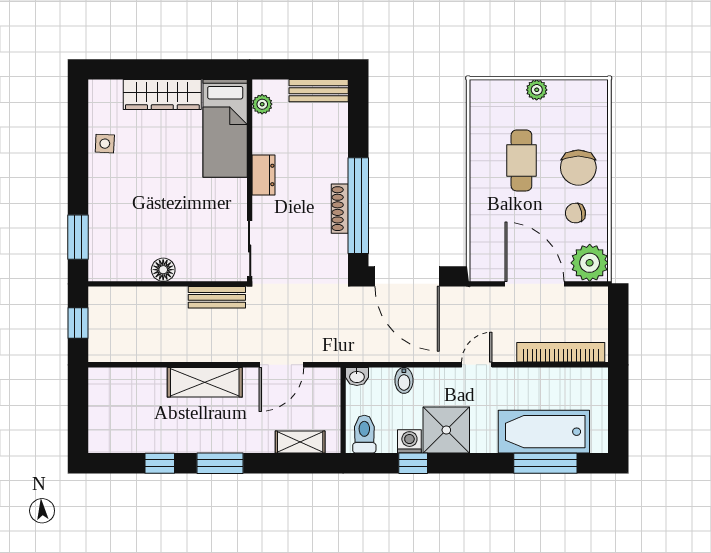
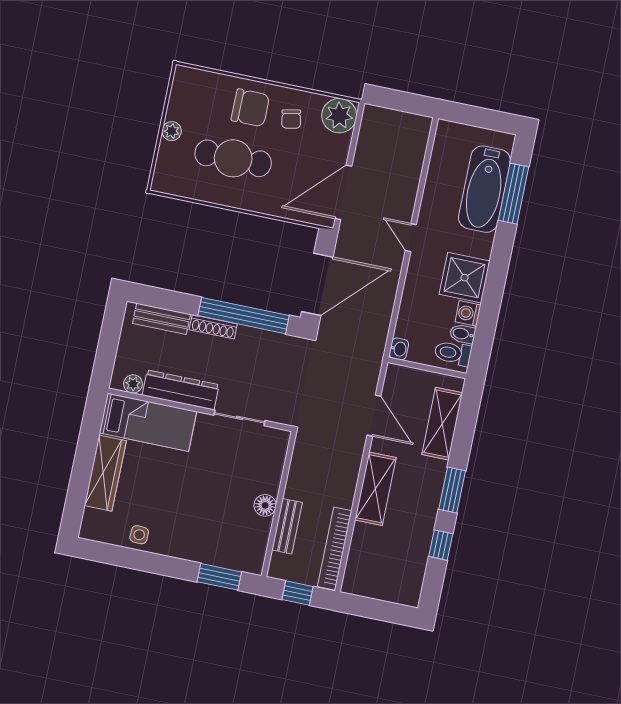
bench: (319, 91) -> (161, 319), moved, turned 90
cafe table: (521, 160) -> (233, 158), width x1.37, depth x1.35
dresser: (264, 175) -> (181, 390), width x1.96, depth x1.24
shoe rack: (340, 209) -> (213, 327), moved
sliding door: (250, 249) -> (240, 418), moved
door: (535, 284) -> (343, 192), moved
bench: (217, 297) -> (287, 526), moved
bookcase: (561, 352) -> (335, 549), moved
bidet: (404, 380) -> (462, 334), moved, turned 180
shelving: (300, 442) -> (442, 424), width x1.50, depth x1.33
window: (413, 463) -> (489, 314), removed

